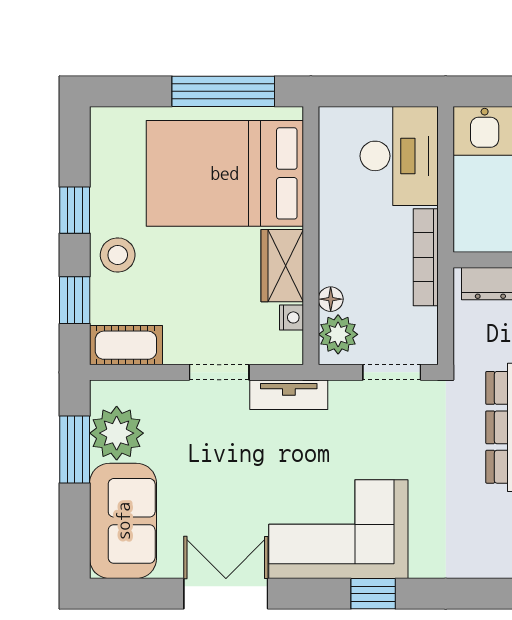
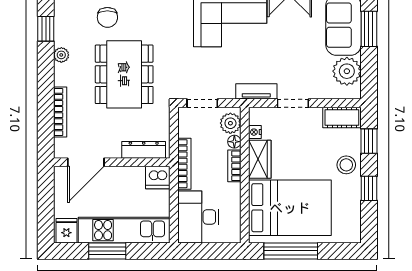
dishwasher: (476, 231) -> (158, 178), added
bookcase: (330, 253) -> (234, 166), added
window: (75, 450) -> (369, 29), moved

